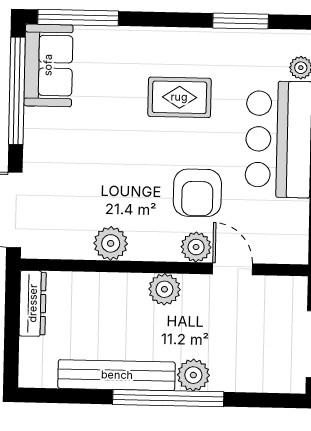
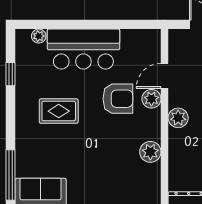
window: (241, 21) -> (10, 74), width x0.67
rug: (179, 97) -> (59, 111), turned 90

